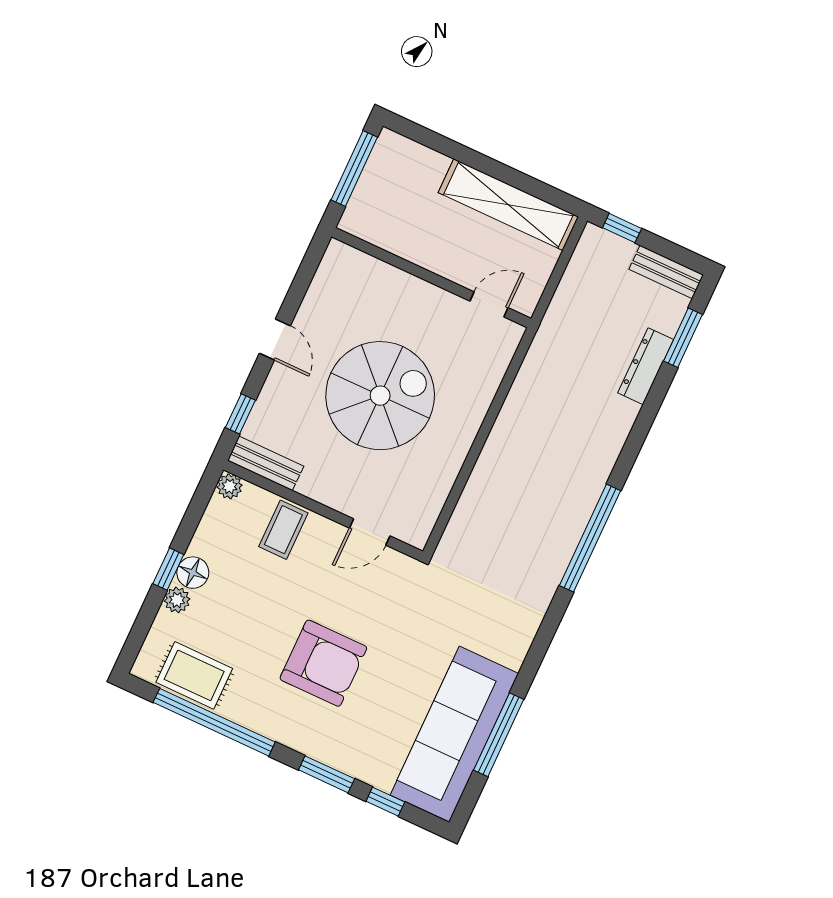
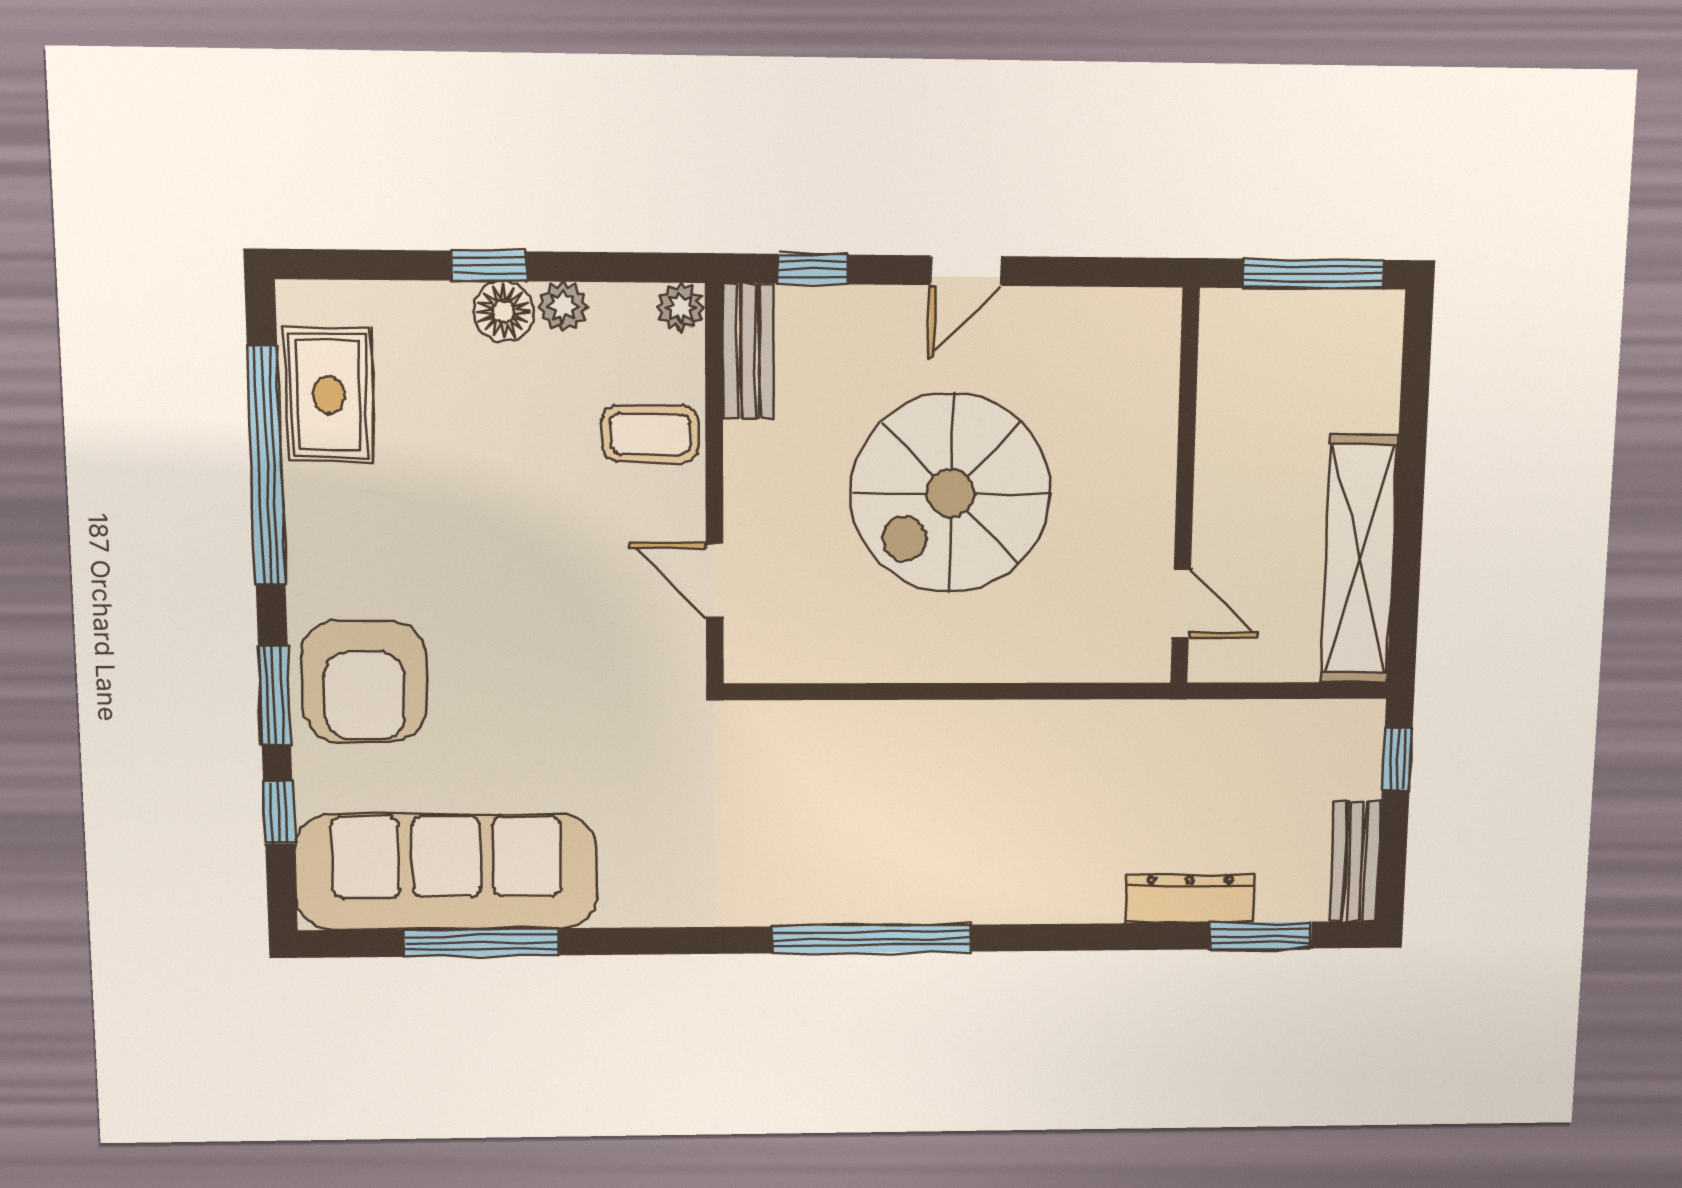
spiral stairs: (380, 396) -> (951, 493), turned 90
plant: (177, 600) -> (563, 307), moved
armchair: (323, 663) -> (364, 681), moved

